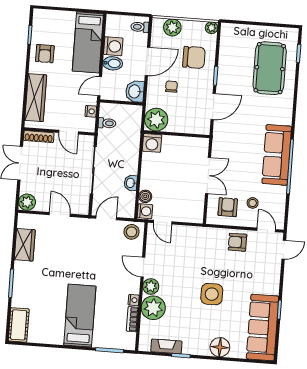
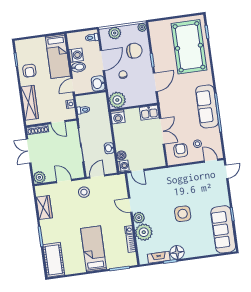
pool table: (270, 68) -> (189, 47), width x1.36, depth x1.32
kitchen sink: (196, 146) -> (149, 113), added
stool: (132, 232) -> (84, 192), moved
armchair: (237, 242) -> (193, 173), removed
cot: (19, 325) -> (54, 260), width x1.37, depth x1.34
floor lamp: (220, 347) -> (177, 252), moved

